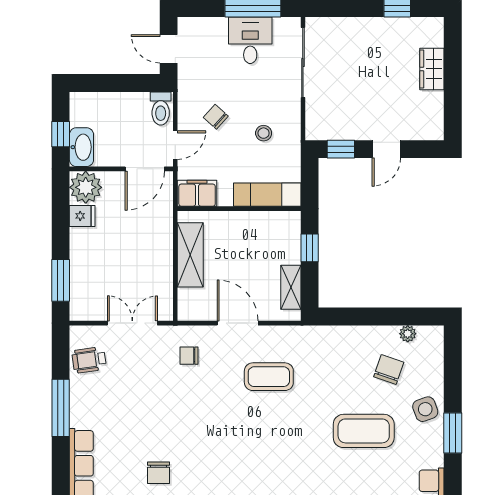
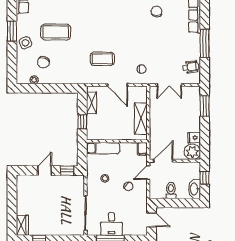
wardrobe: (432, 69) -> (22, 225), moved
toilet: (161, 109) -> (171, 190), moved
washbasin: (81, 147) -> (194, 189), moved
filing cabinet: (197, 193) -> (142, 149), width x0.50

